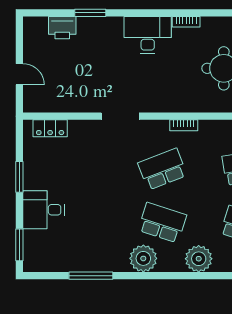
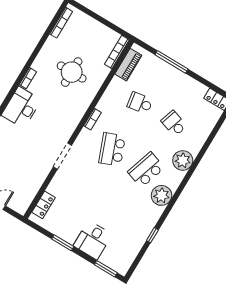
window: (91, 276) -> (152, 235), width x0.46

